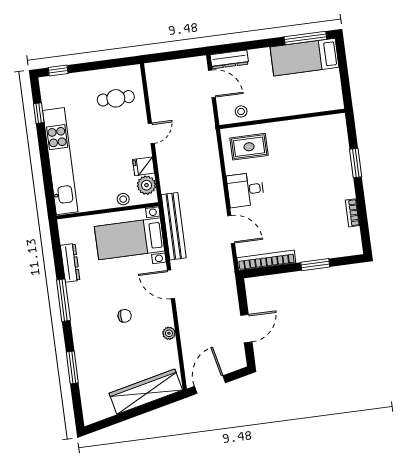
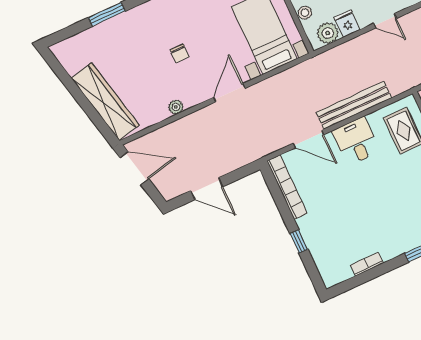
bench: (174, 226) -> (354, 105), moved
door: (231, 229) -> (308, 139), hinge flipped
window: (315, 265) -> (299, 241), width x0.67

